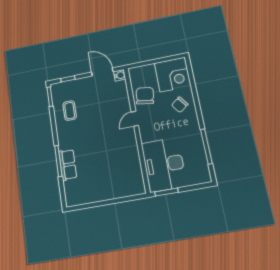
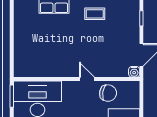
coffee table: (70, 111) -> (95, 14), moved

